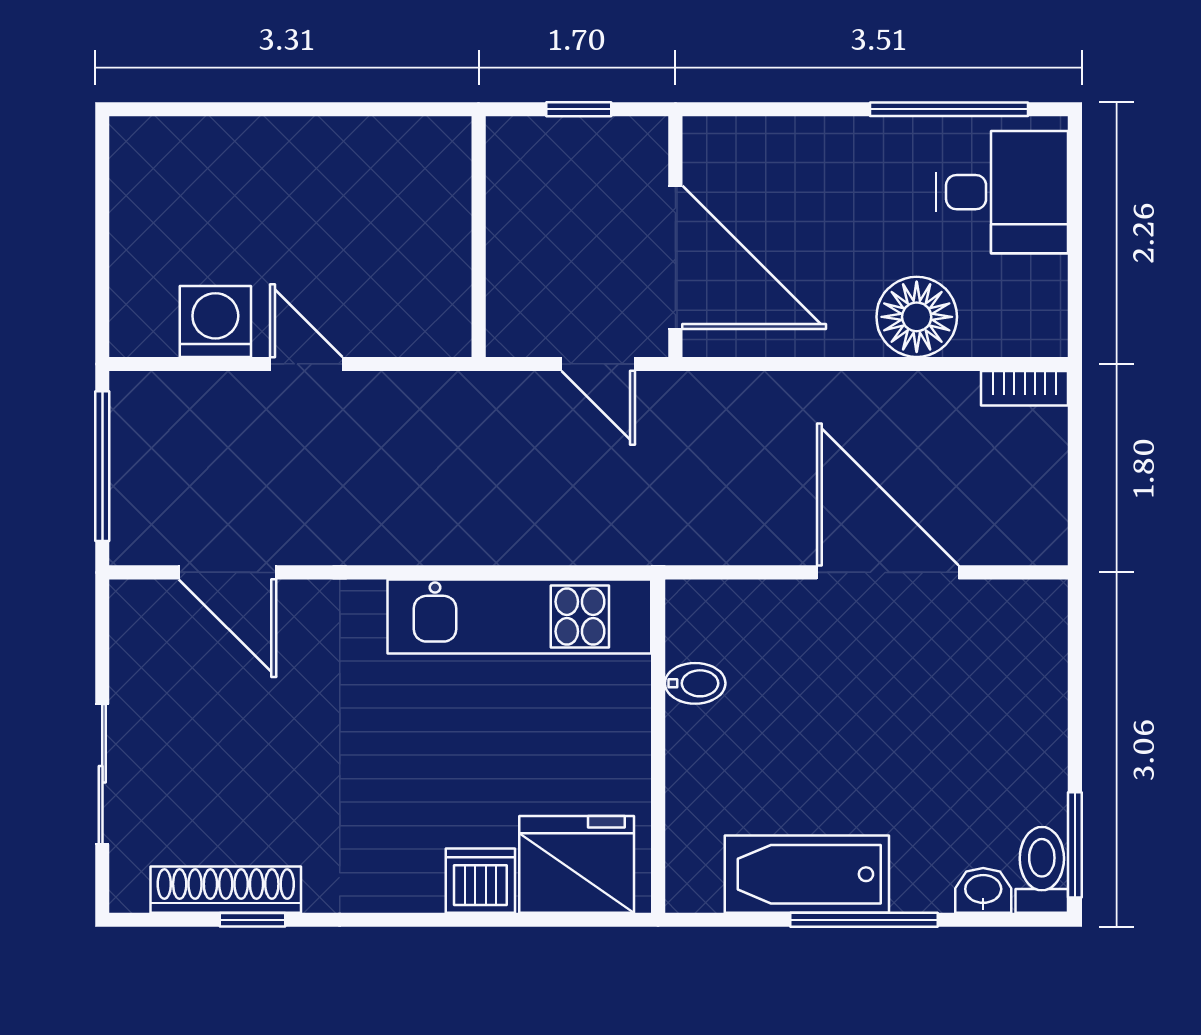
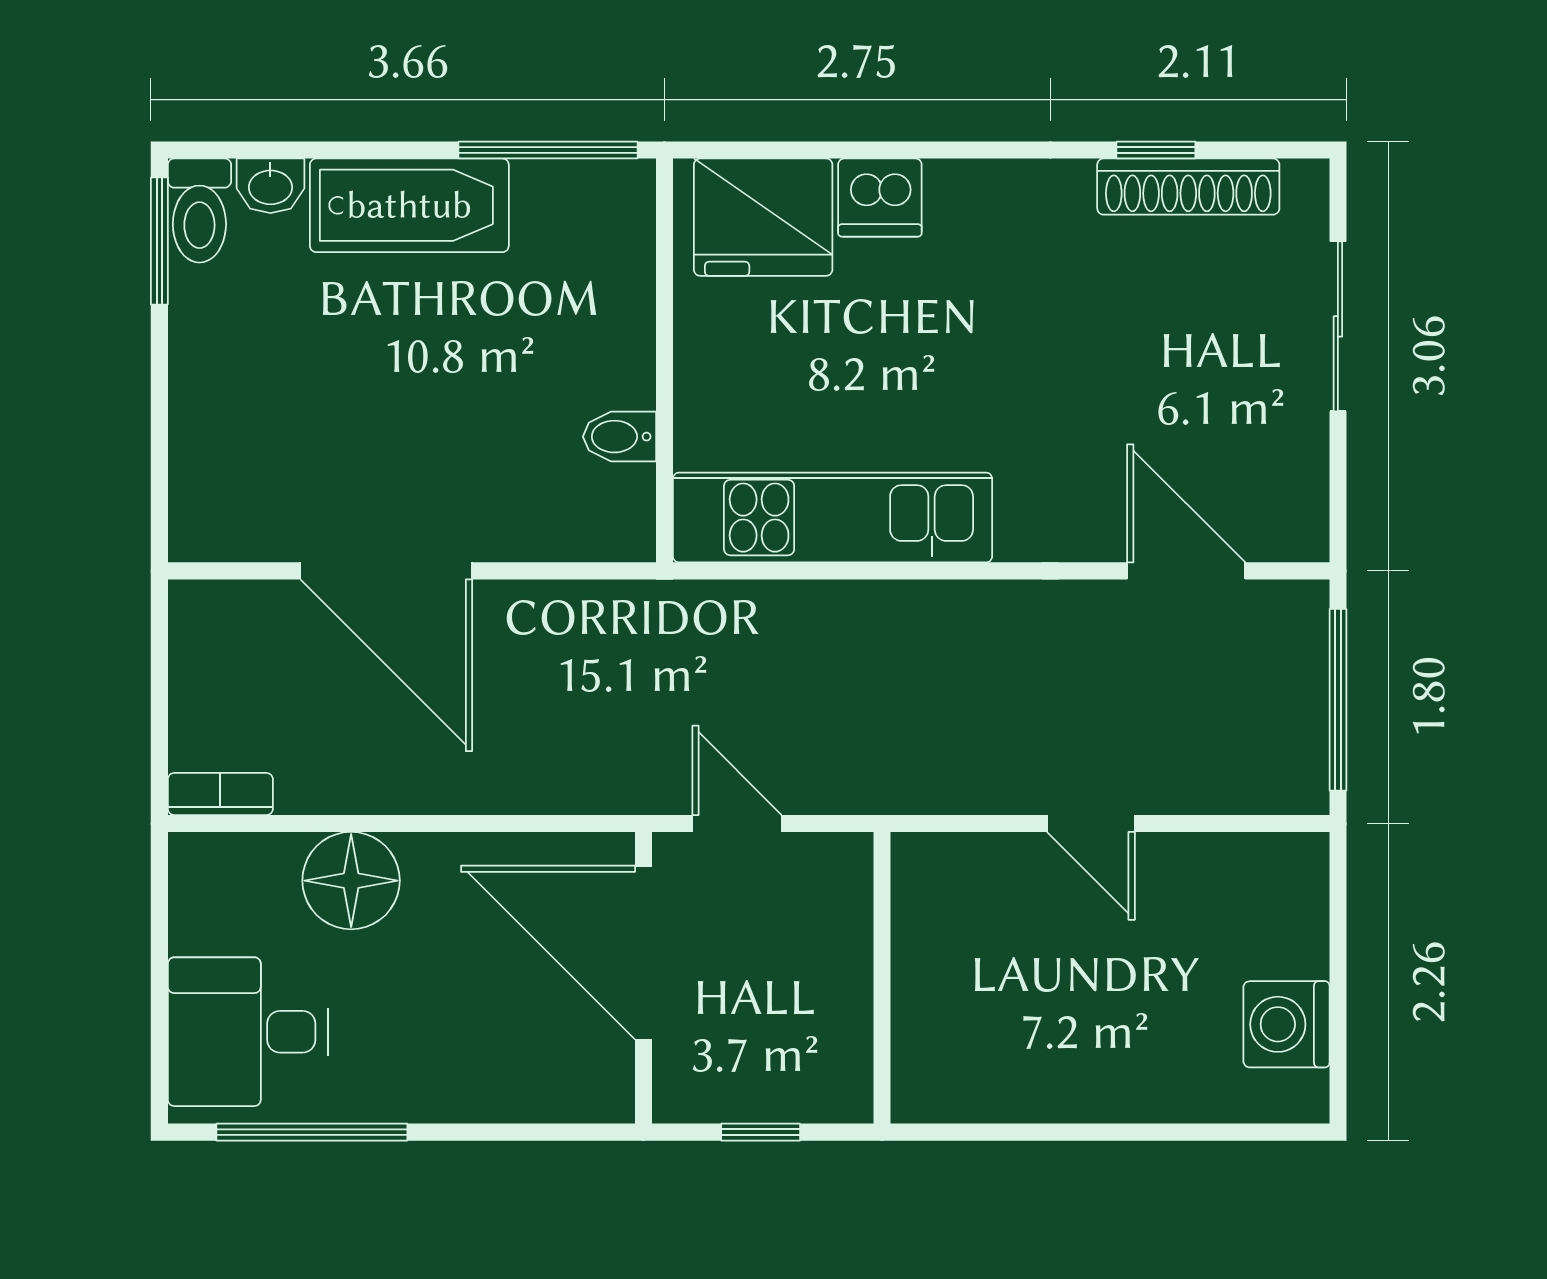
washing machine: (215, 321) -> (1286, 1024), moved, turned 90
bathtub: (807, 874) -> (409, 205), moved
window: (864, 920) -> (548, 150), moved

